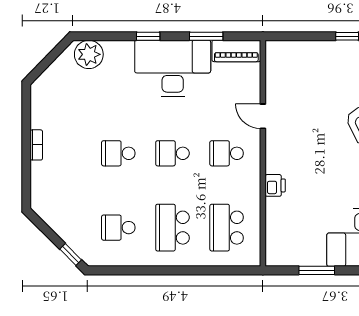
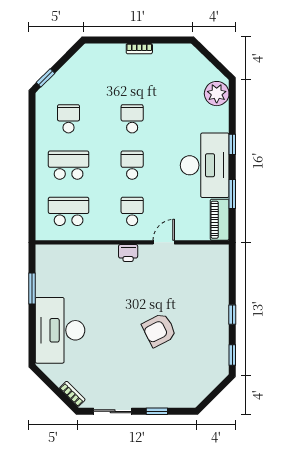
printer: (275, 185) -> (128, 253), moved

